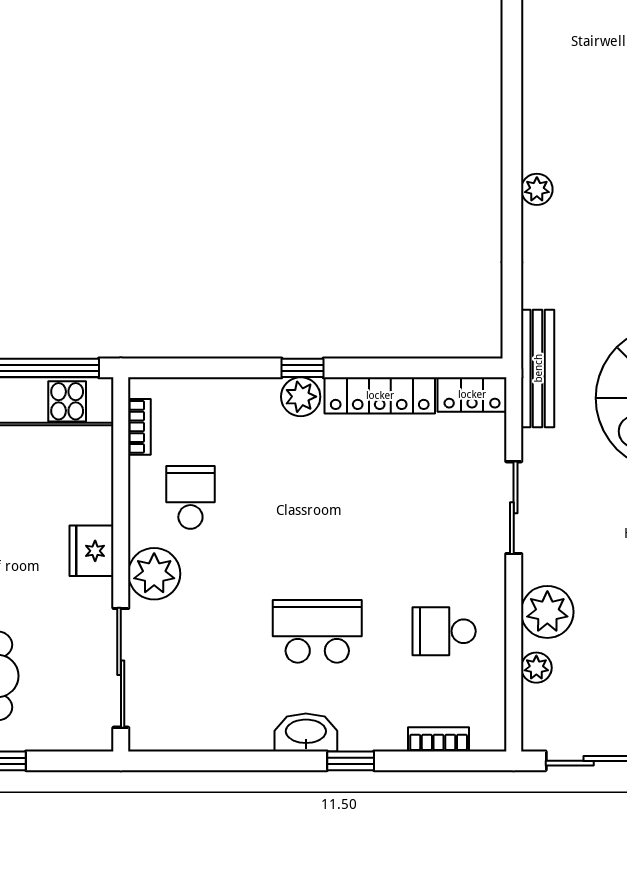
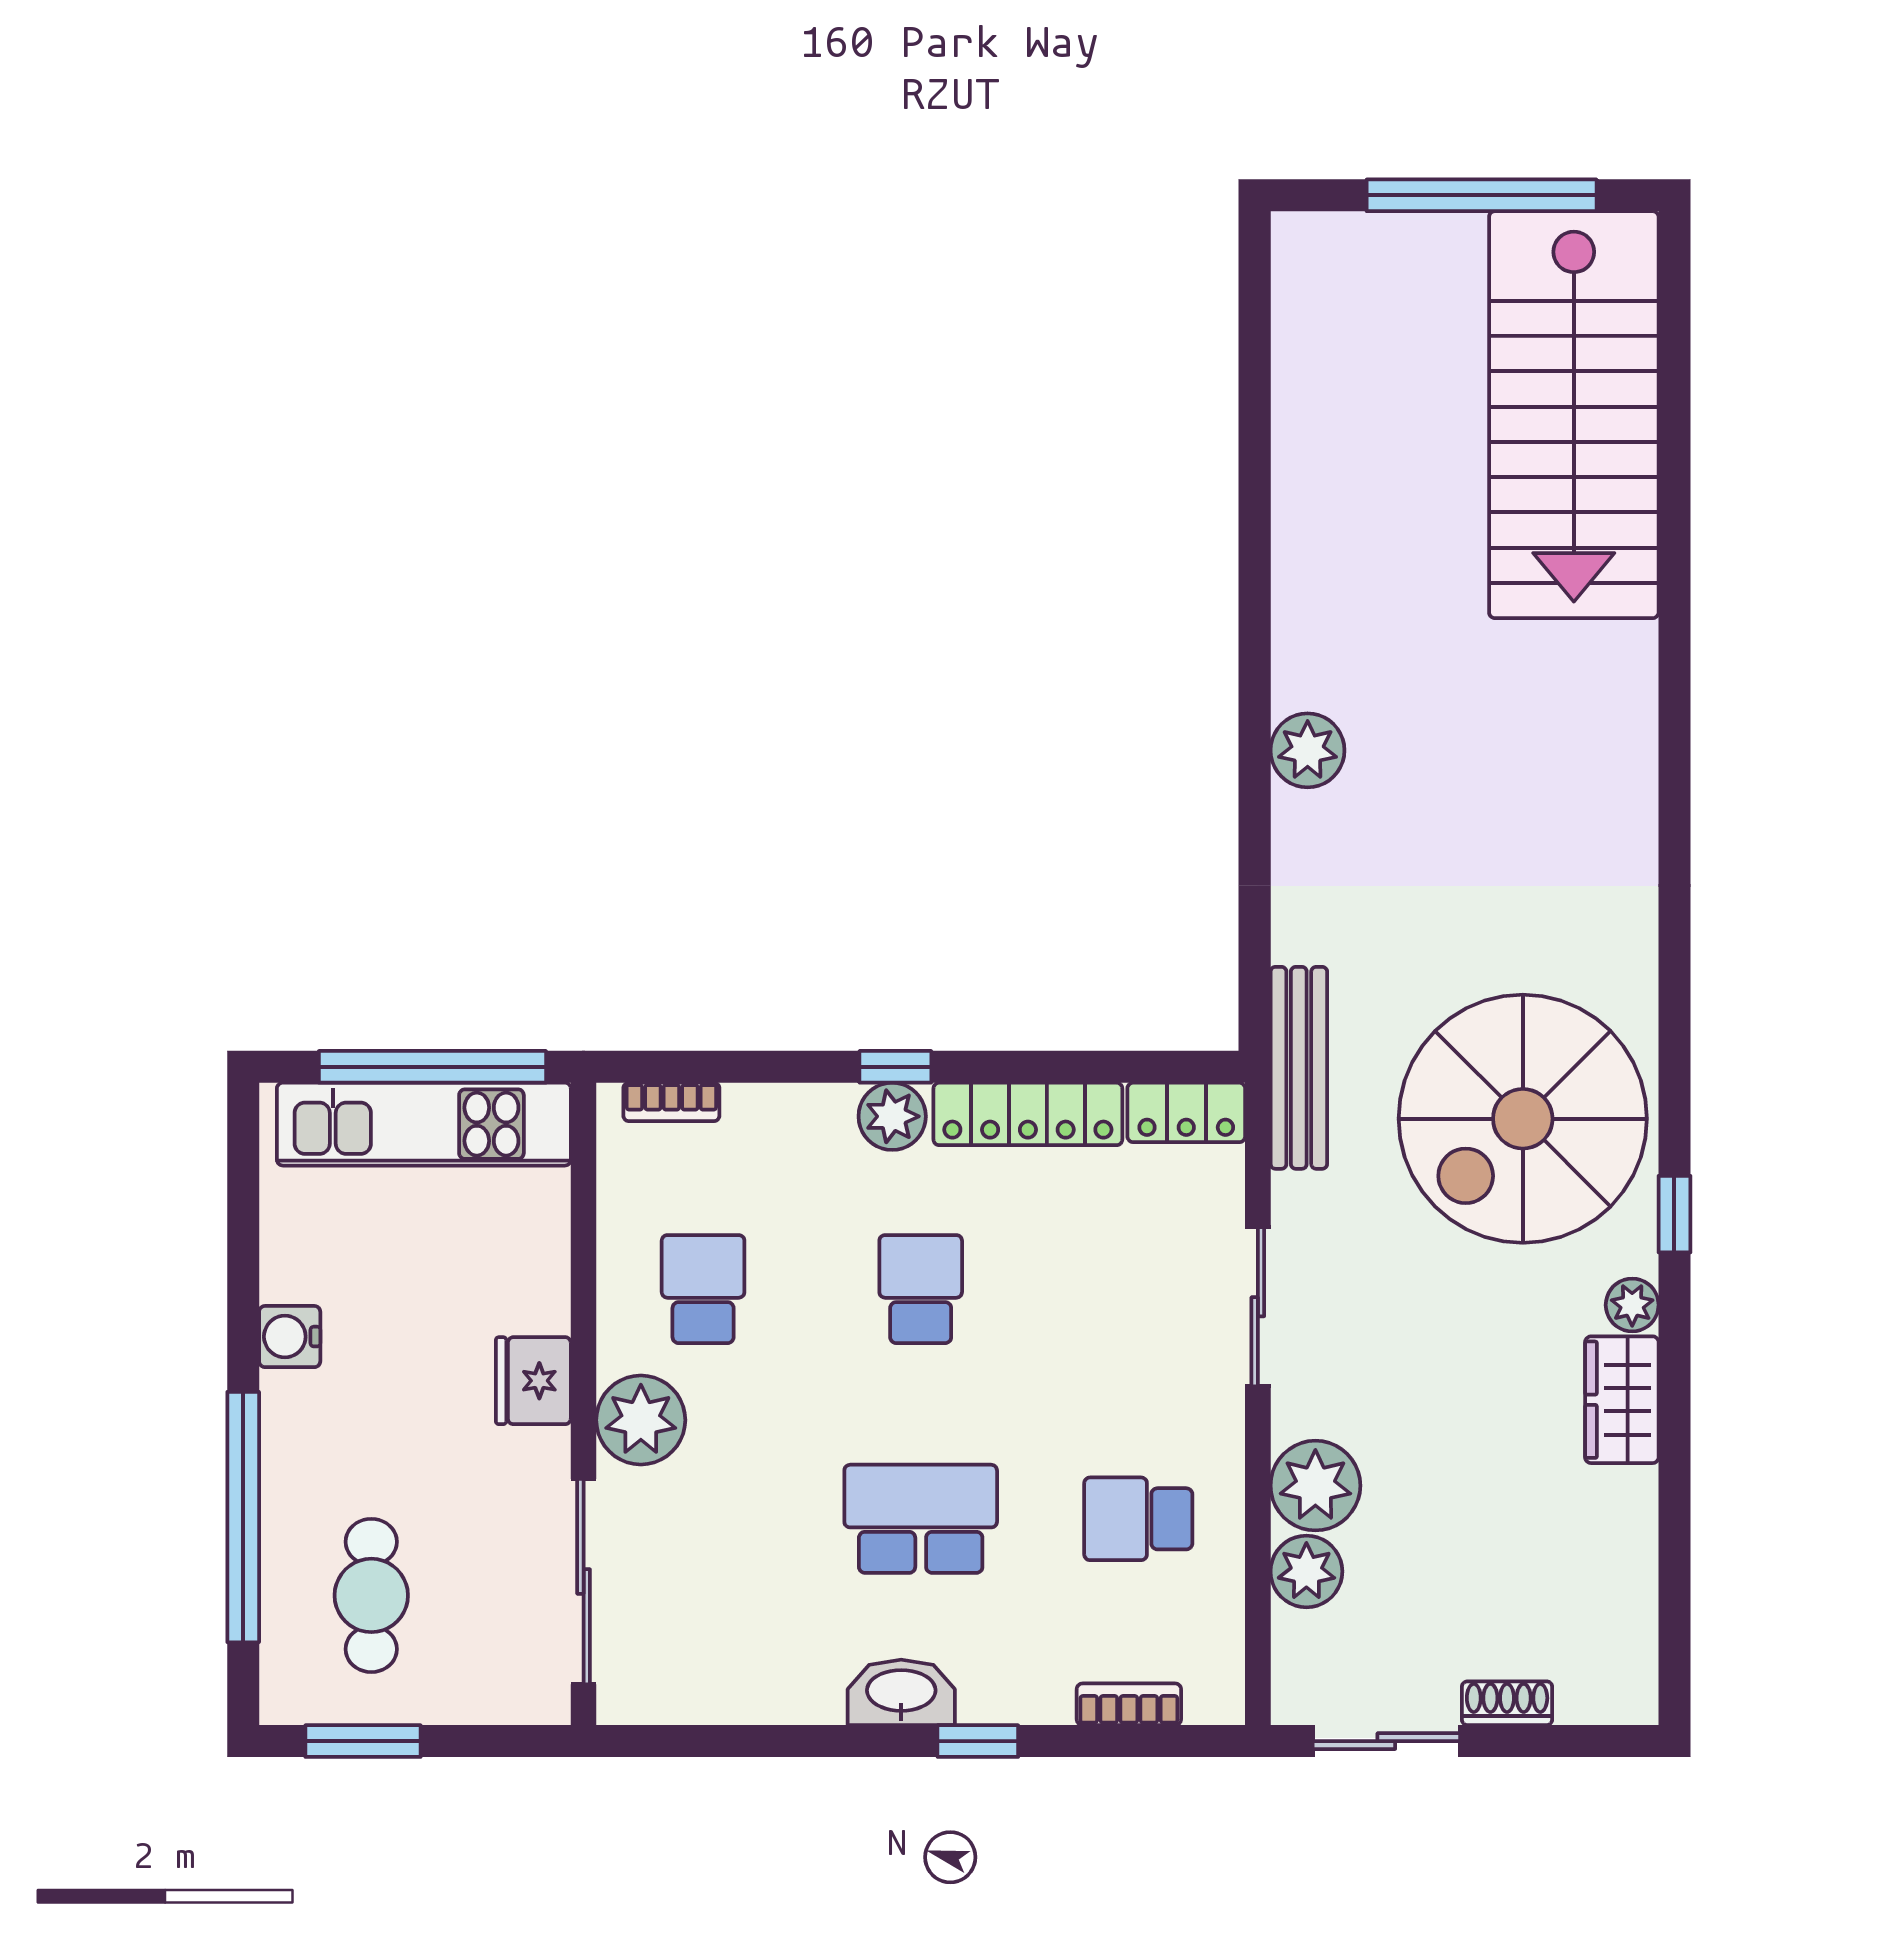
plant: (537, 189) -> (1308, 750), width x1.38, depth x1.38
bookcase: (139, 427) -> (671, 1102), moved, turned 90
school desk: (317, 497) -> (921, 1289), added
plant: (536, 668) -> (1306, 1571), width x1.38, depth x1.38

